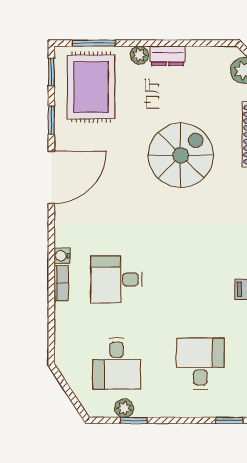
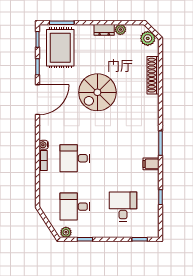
plant: (139, 55) -> (120, 30), moved
spiral stairs: (181, 155) -> (97, 92), moved, turned 180
desk: (117, 364) -> (75, 207), turned 90
plant: (124, 408) -> (66, 232), moved

